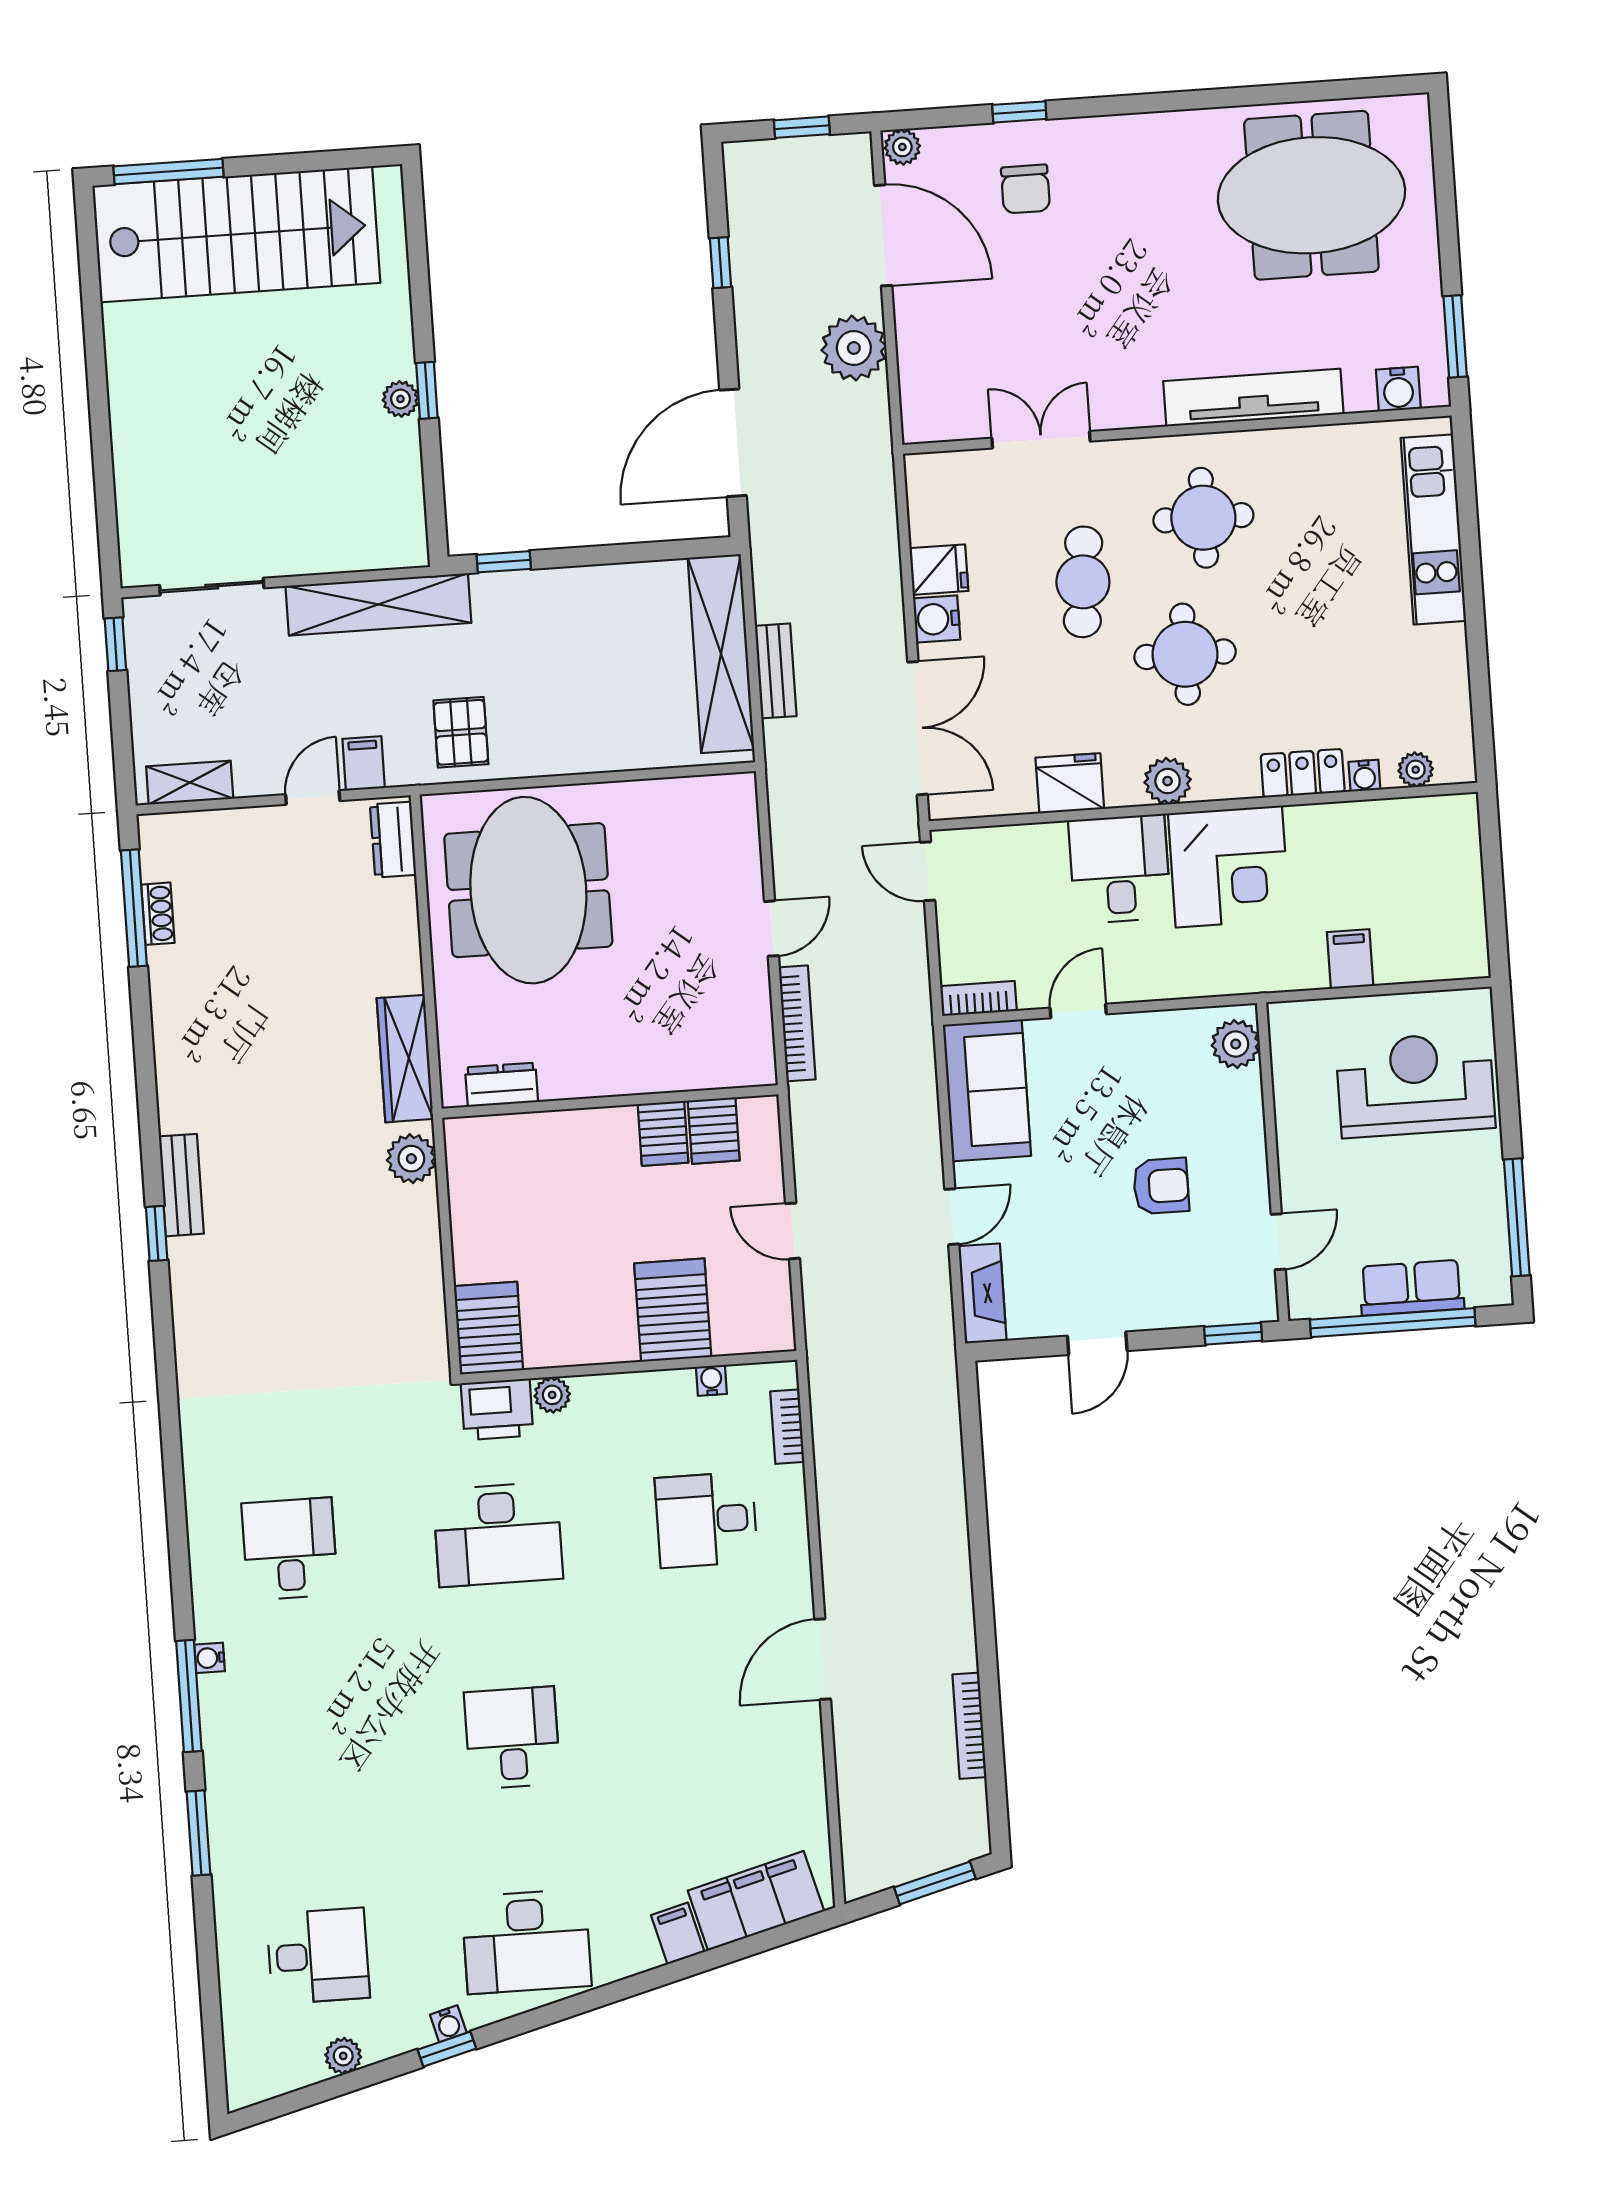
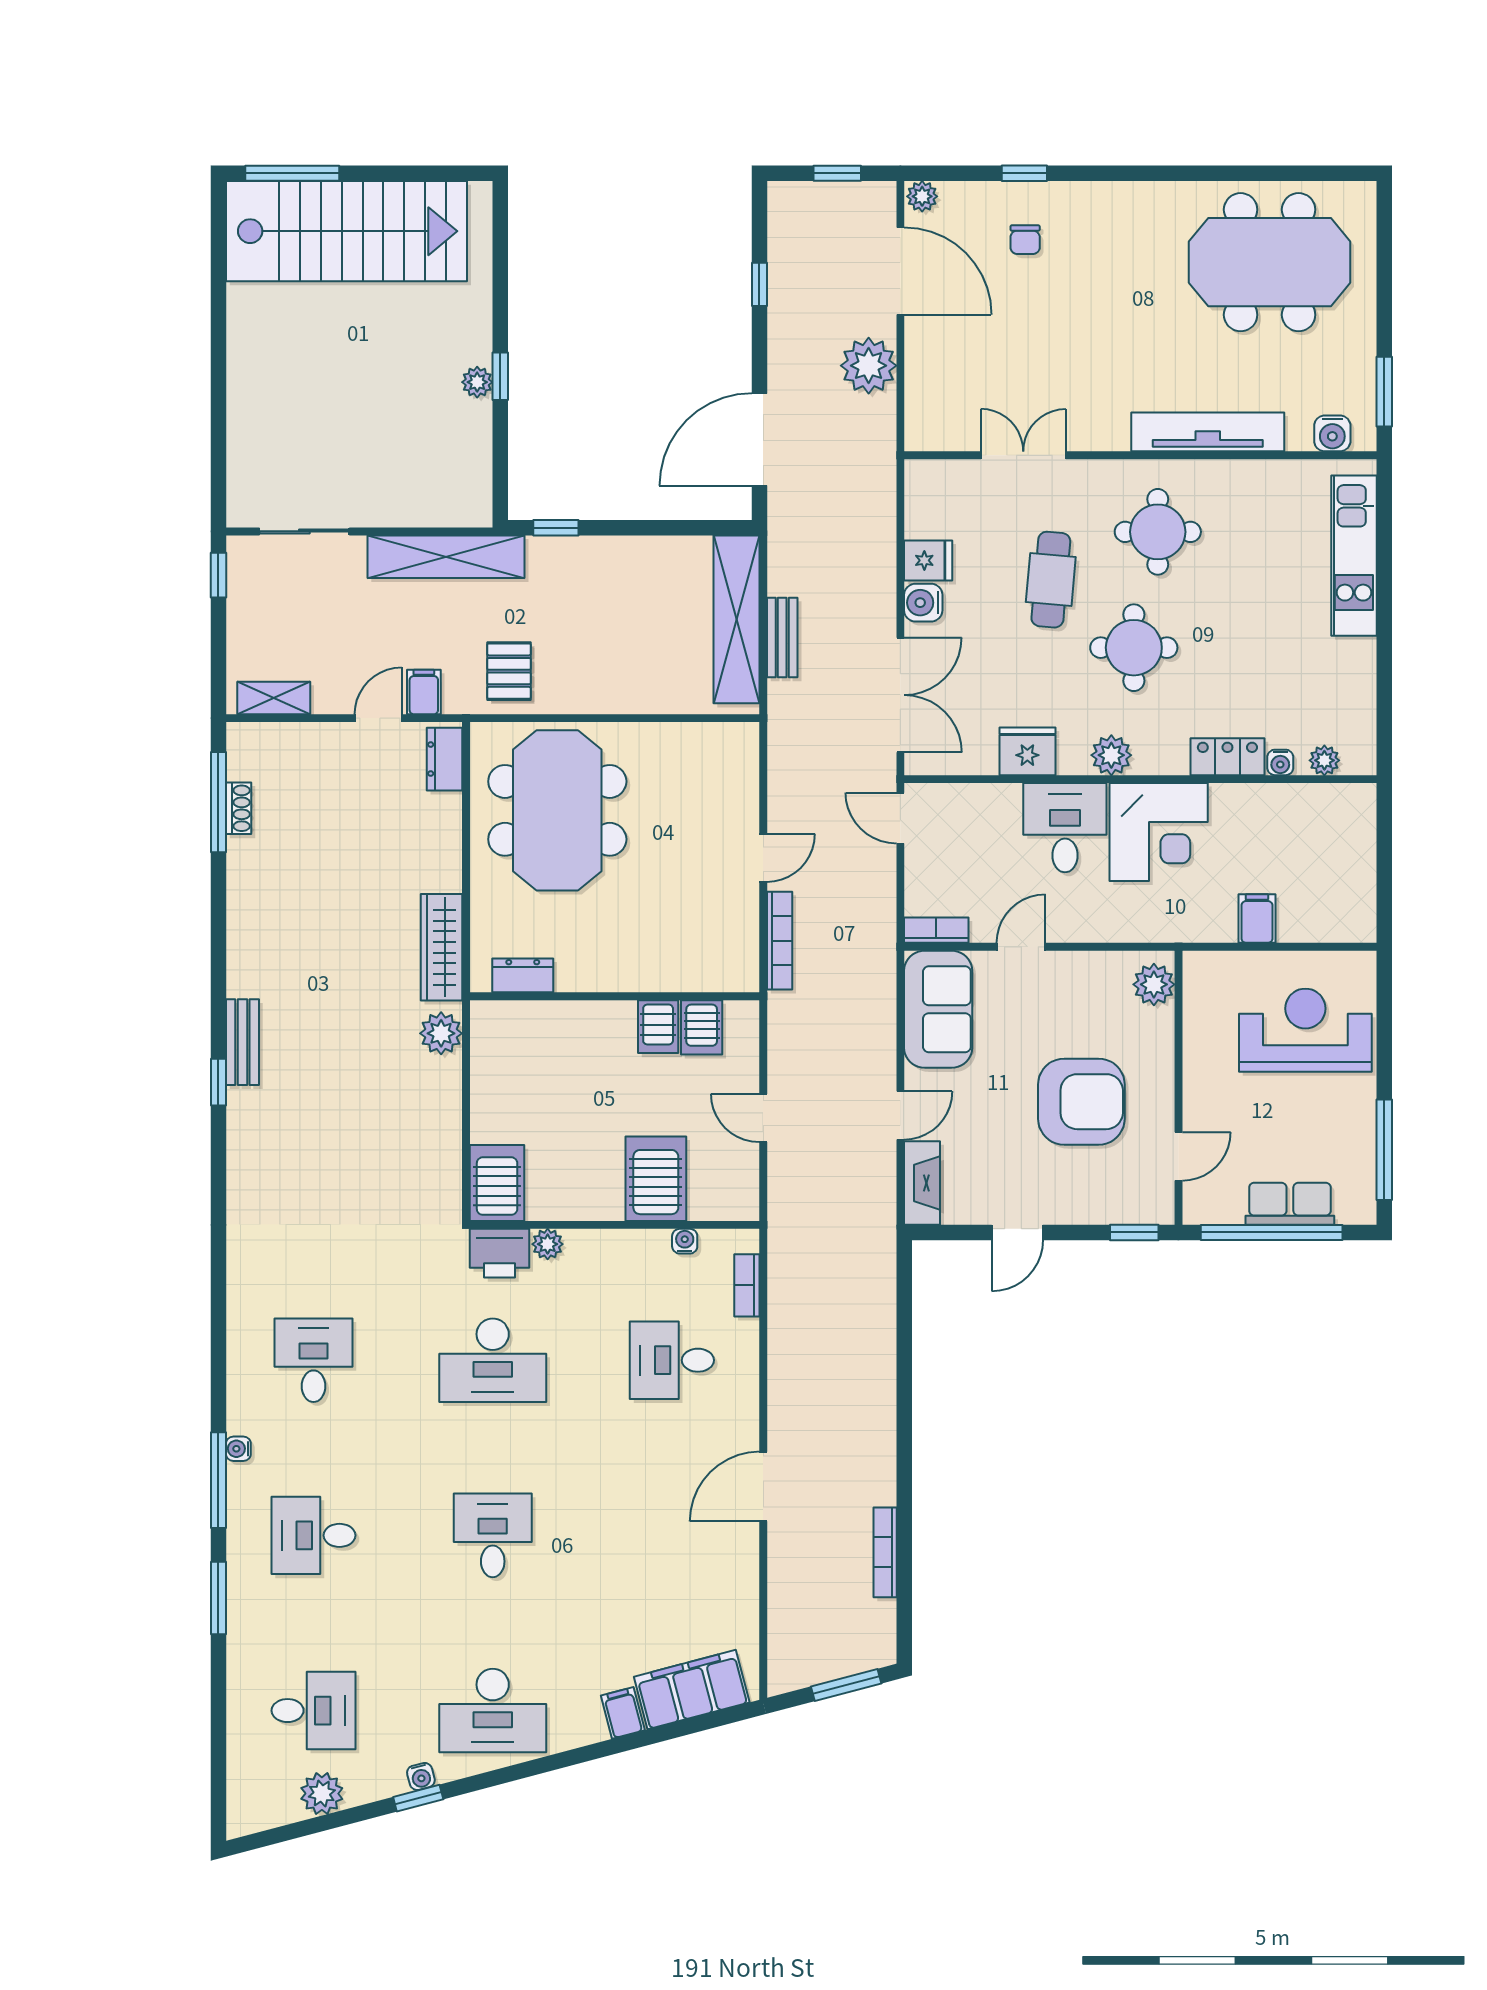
chair: (1025, 189) -> (1025, 240), width x0.73, depth x0.73
armchair: (1161, 1186) -> (1081, 1102), width x1.88, depth x1.88
desk: (304, 1752) -> (314, 1535), added
plant: (343, 2056) -> (322, 1794), width x1.38, depth x1.38

